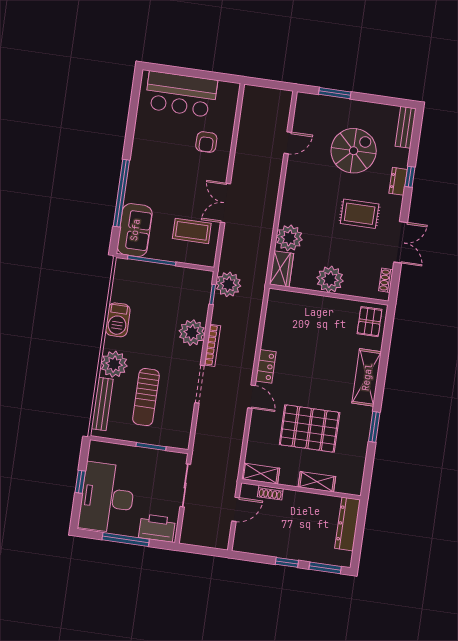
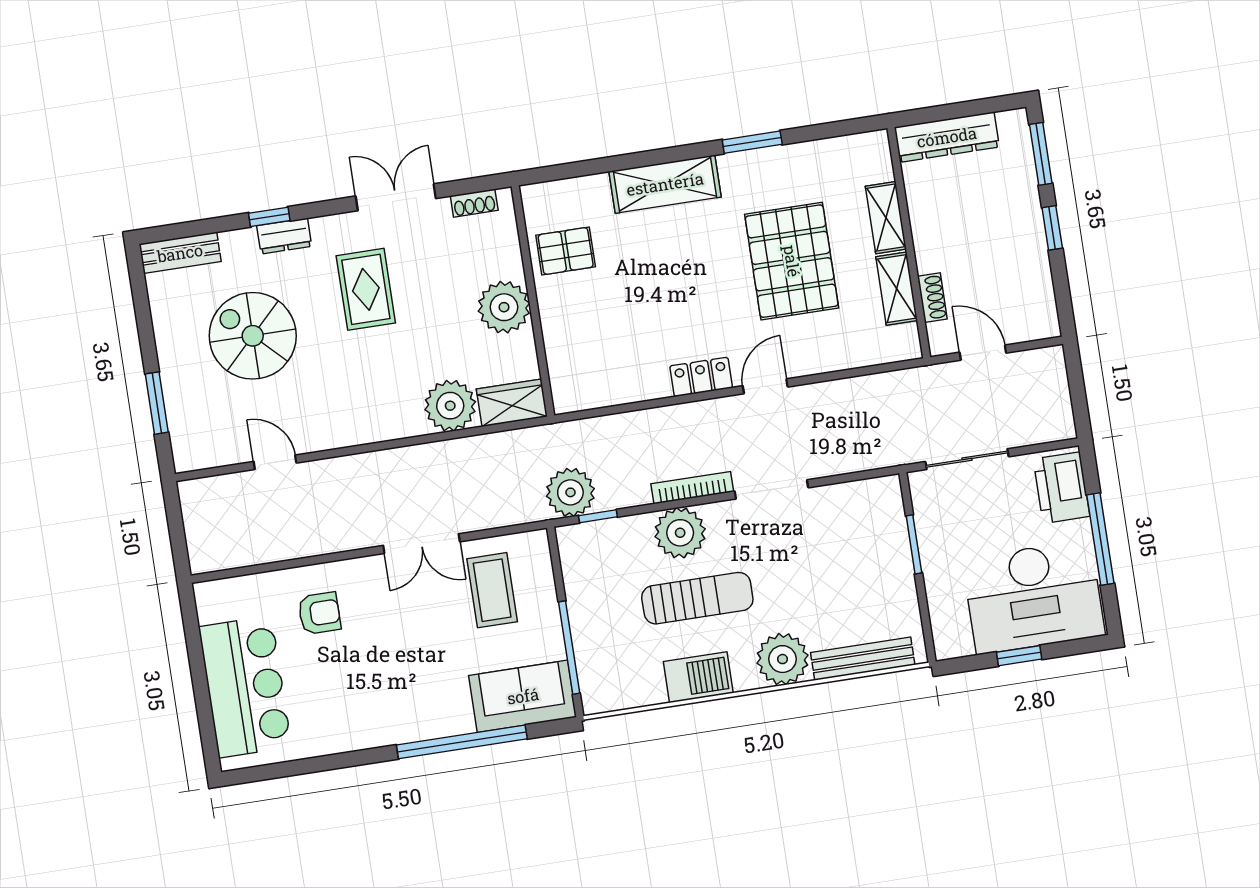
pallet: (370, 322) -> (566, 251), moved
sun lounger: (146, 397) -> (697, 598), moved
shelving: (261, 474) -> (897, 289), moved

